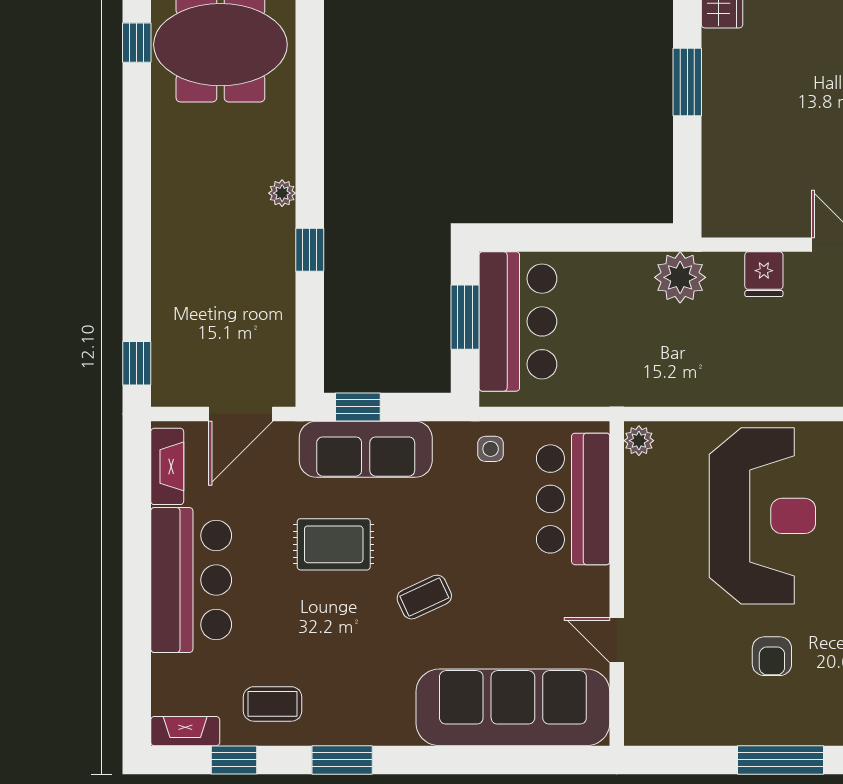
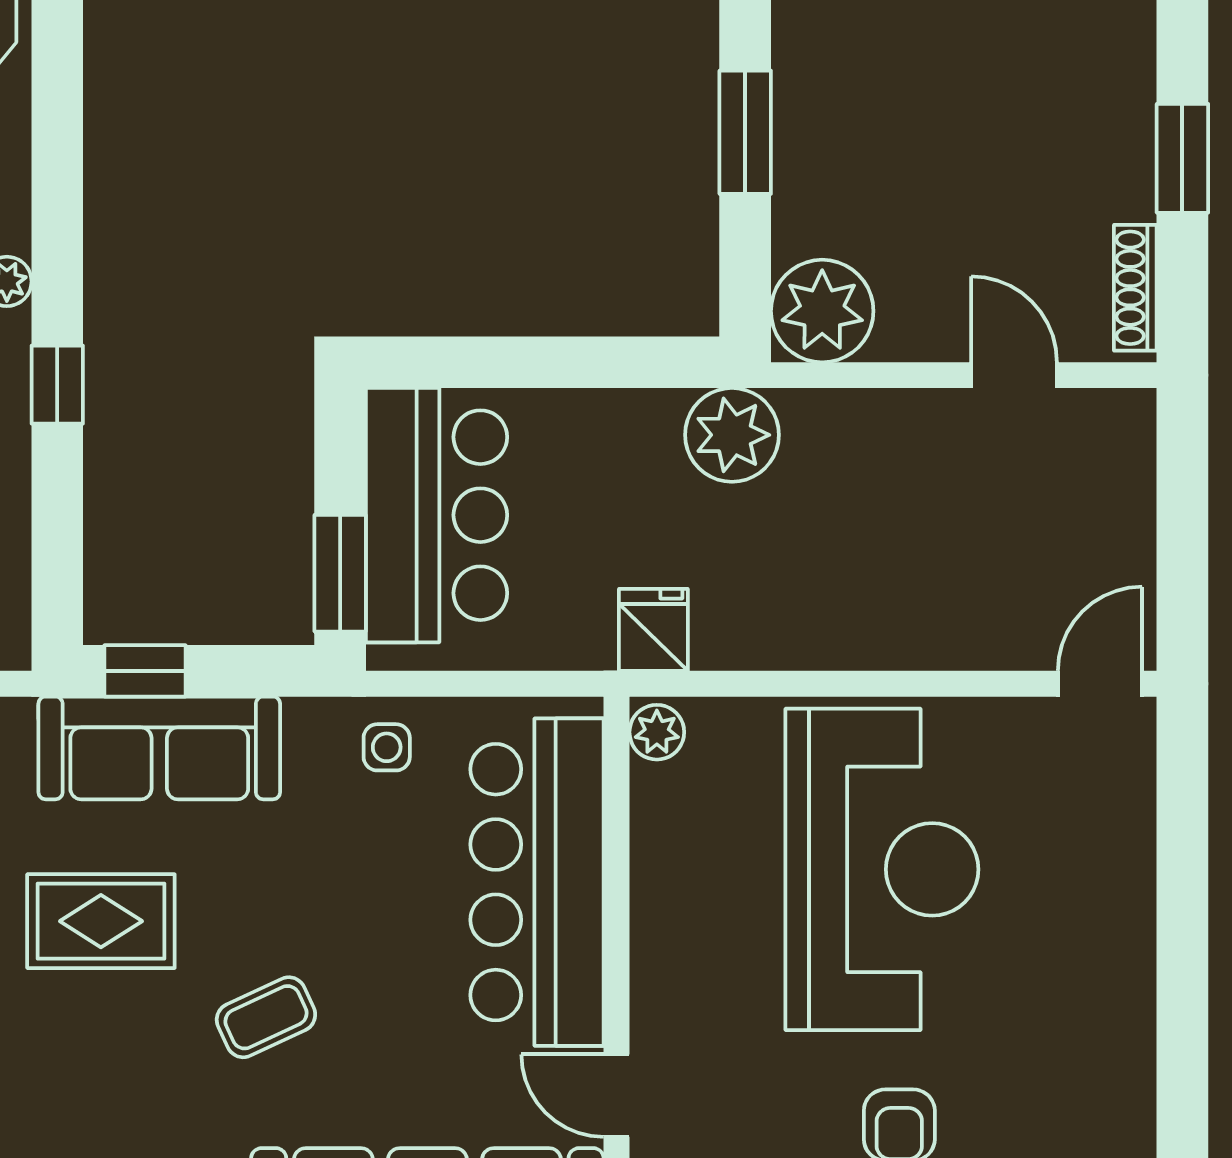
window: (687, 82) -> (745, 132), moved
plant: (730, 209) -> (822, 311), added
fridge: (764, 274) -> (653, 630), moved, turned 180
window: (465, 317) -> (340, 573), moved
bar counter: (573, 499) -> (537, 882), width x1.36

